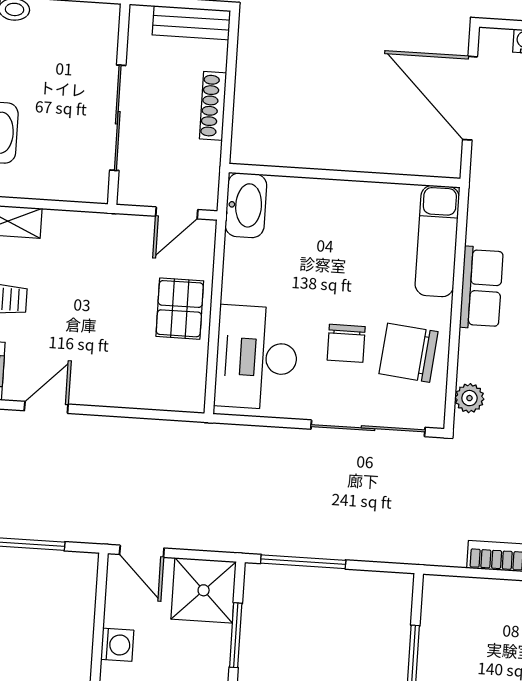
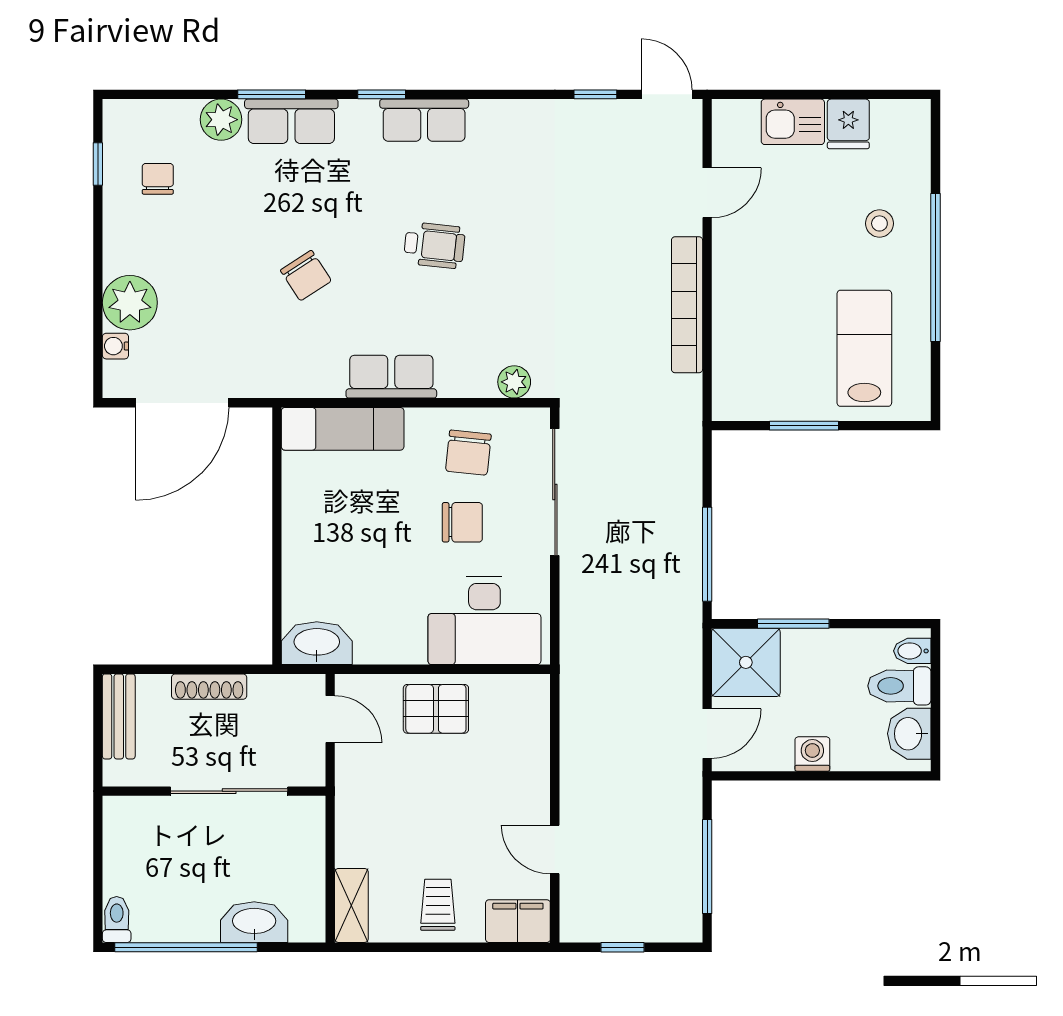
chair: (409, 353) -> (468, 453), width x0.73, depth x0.73

